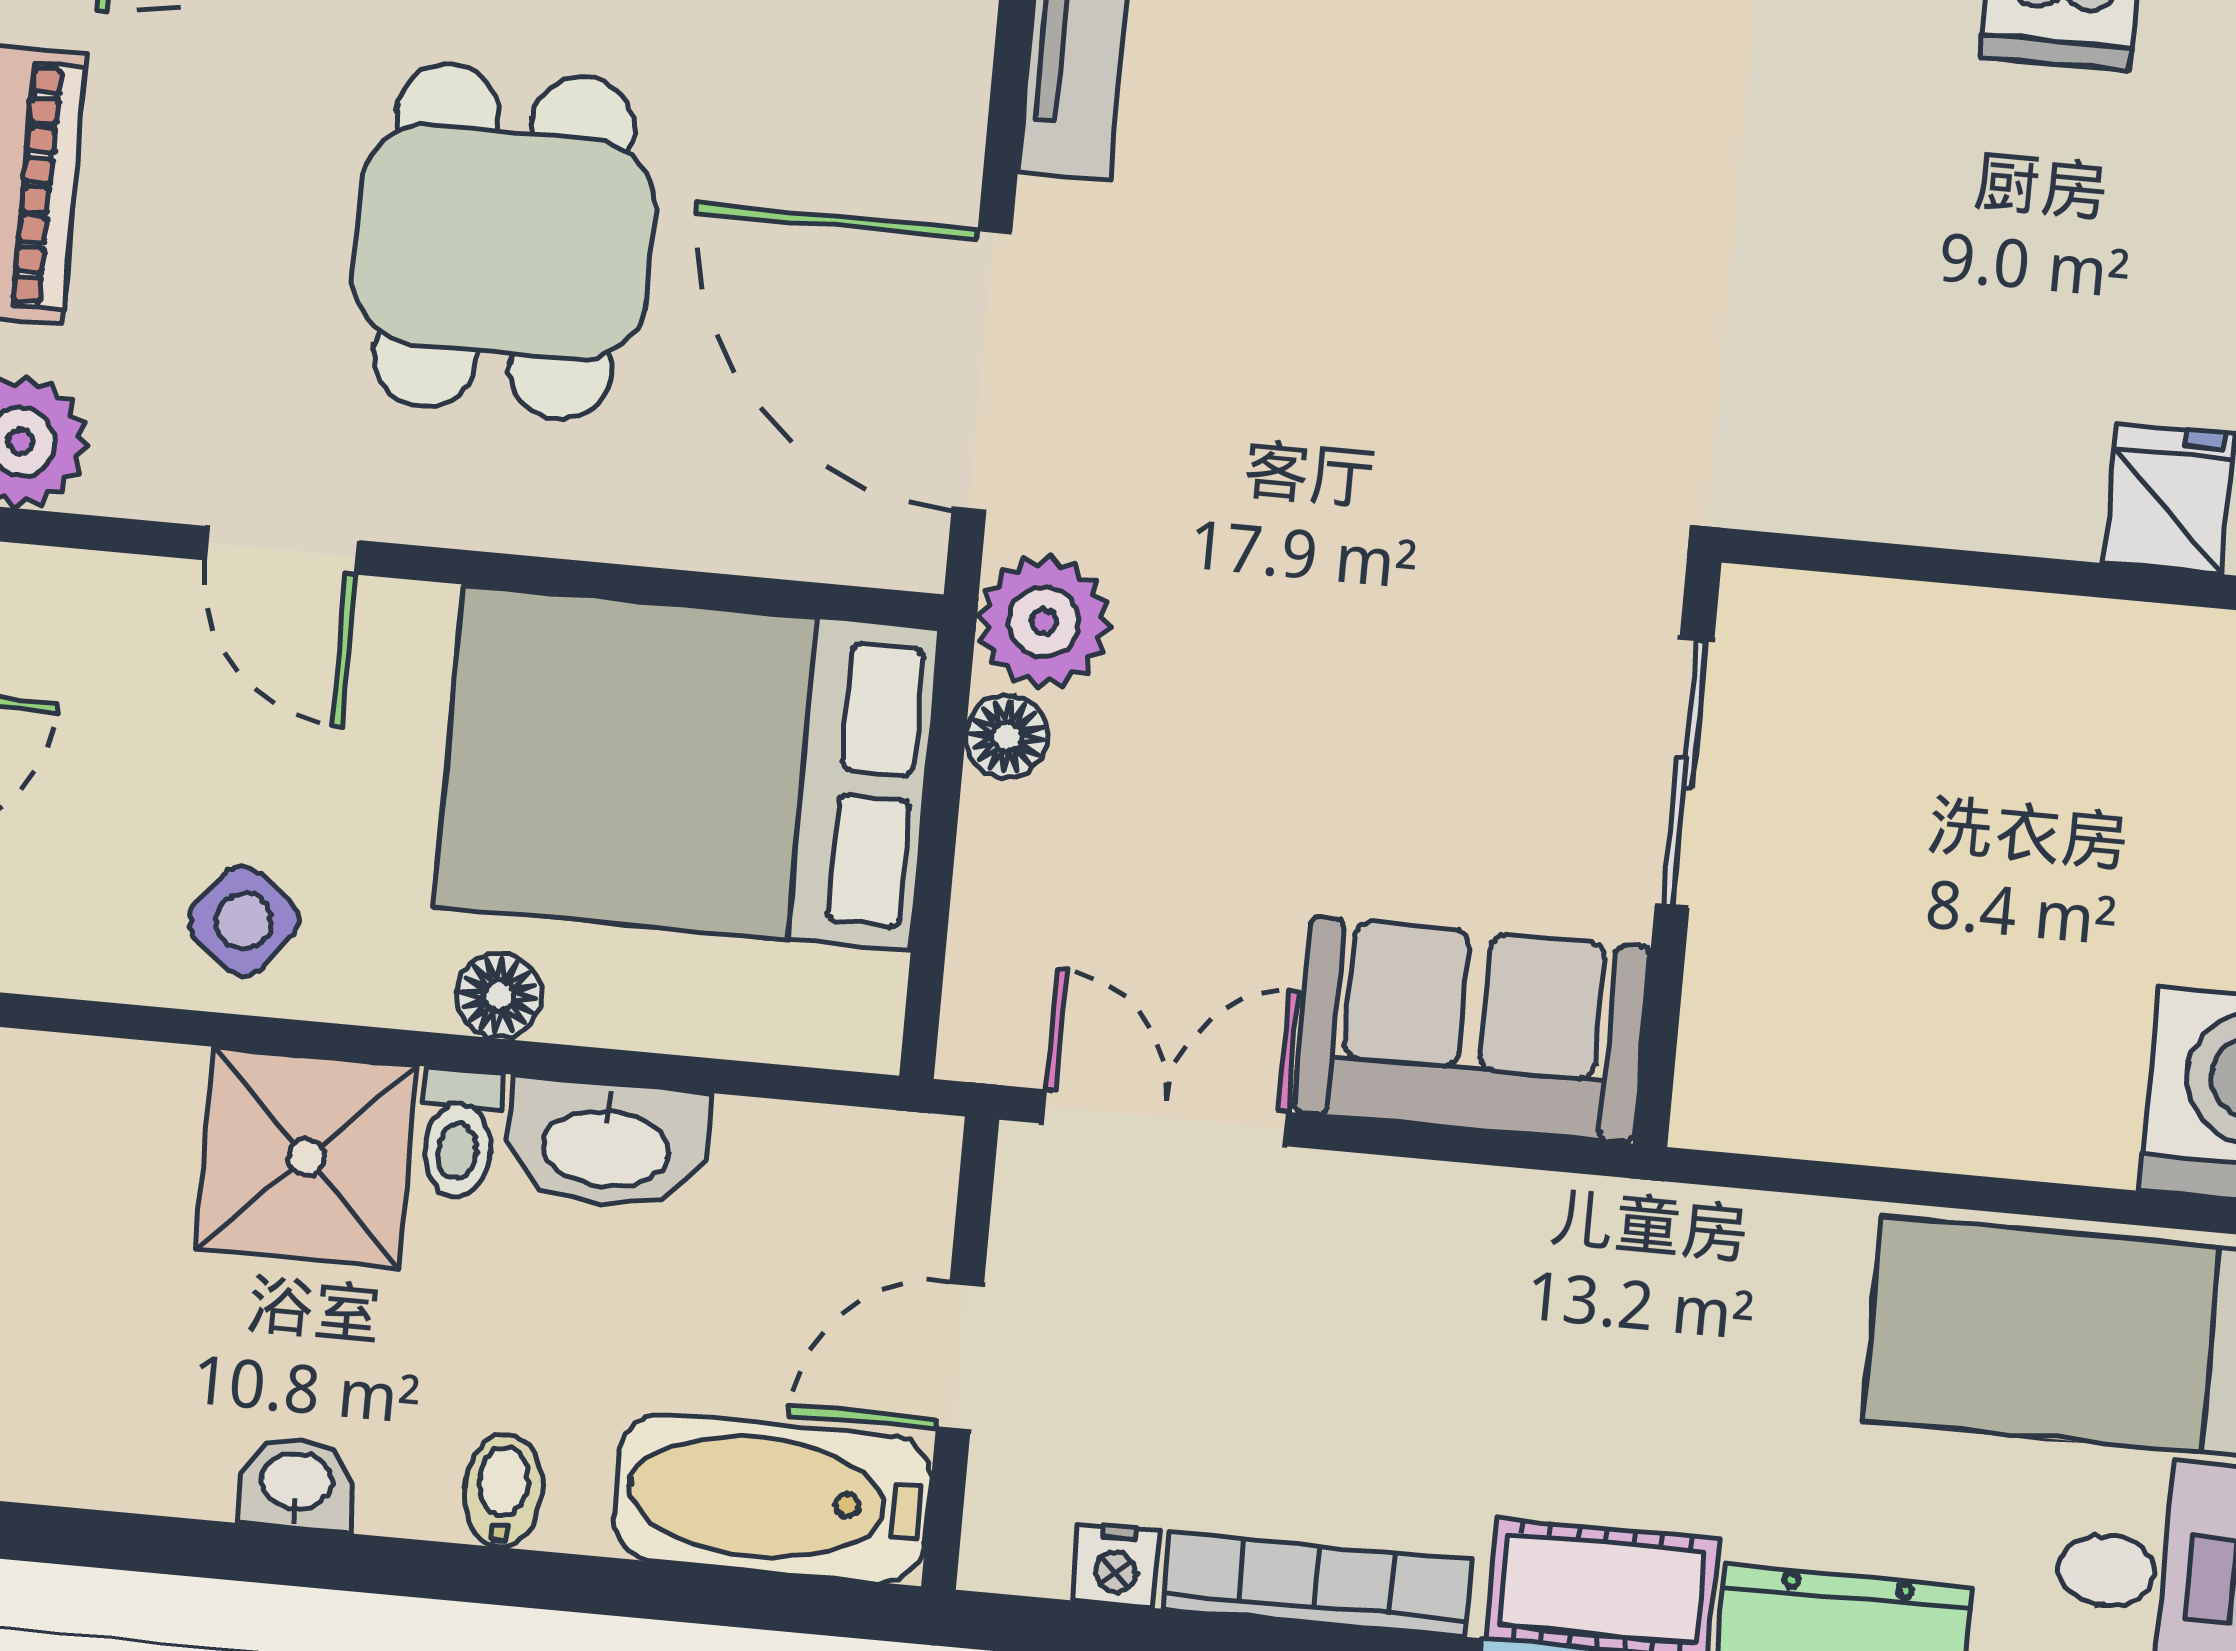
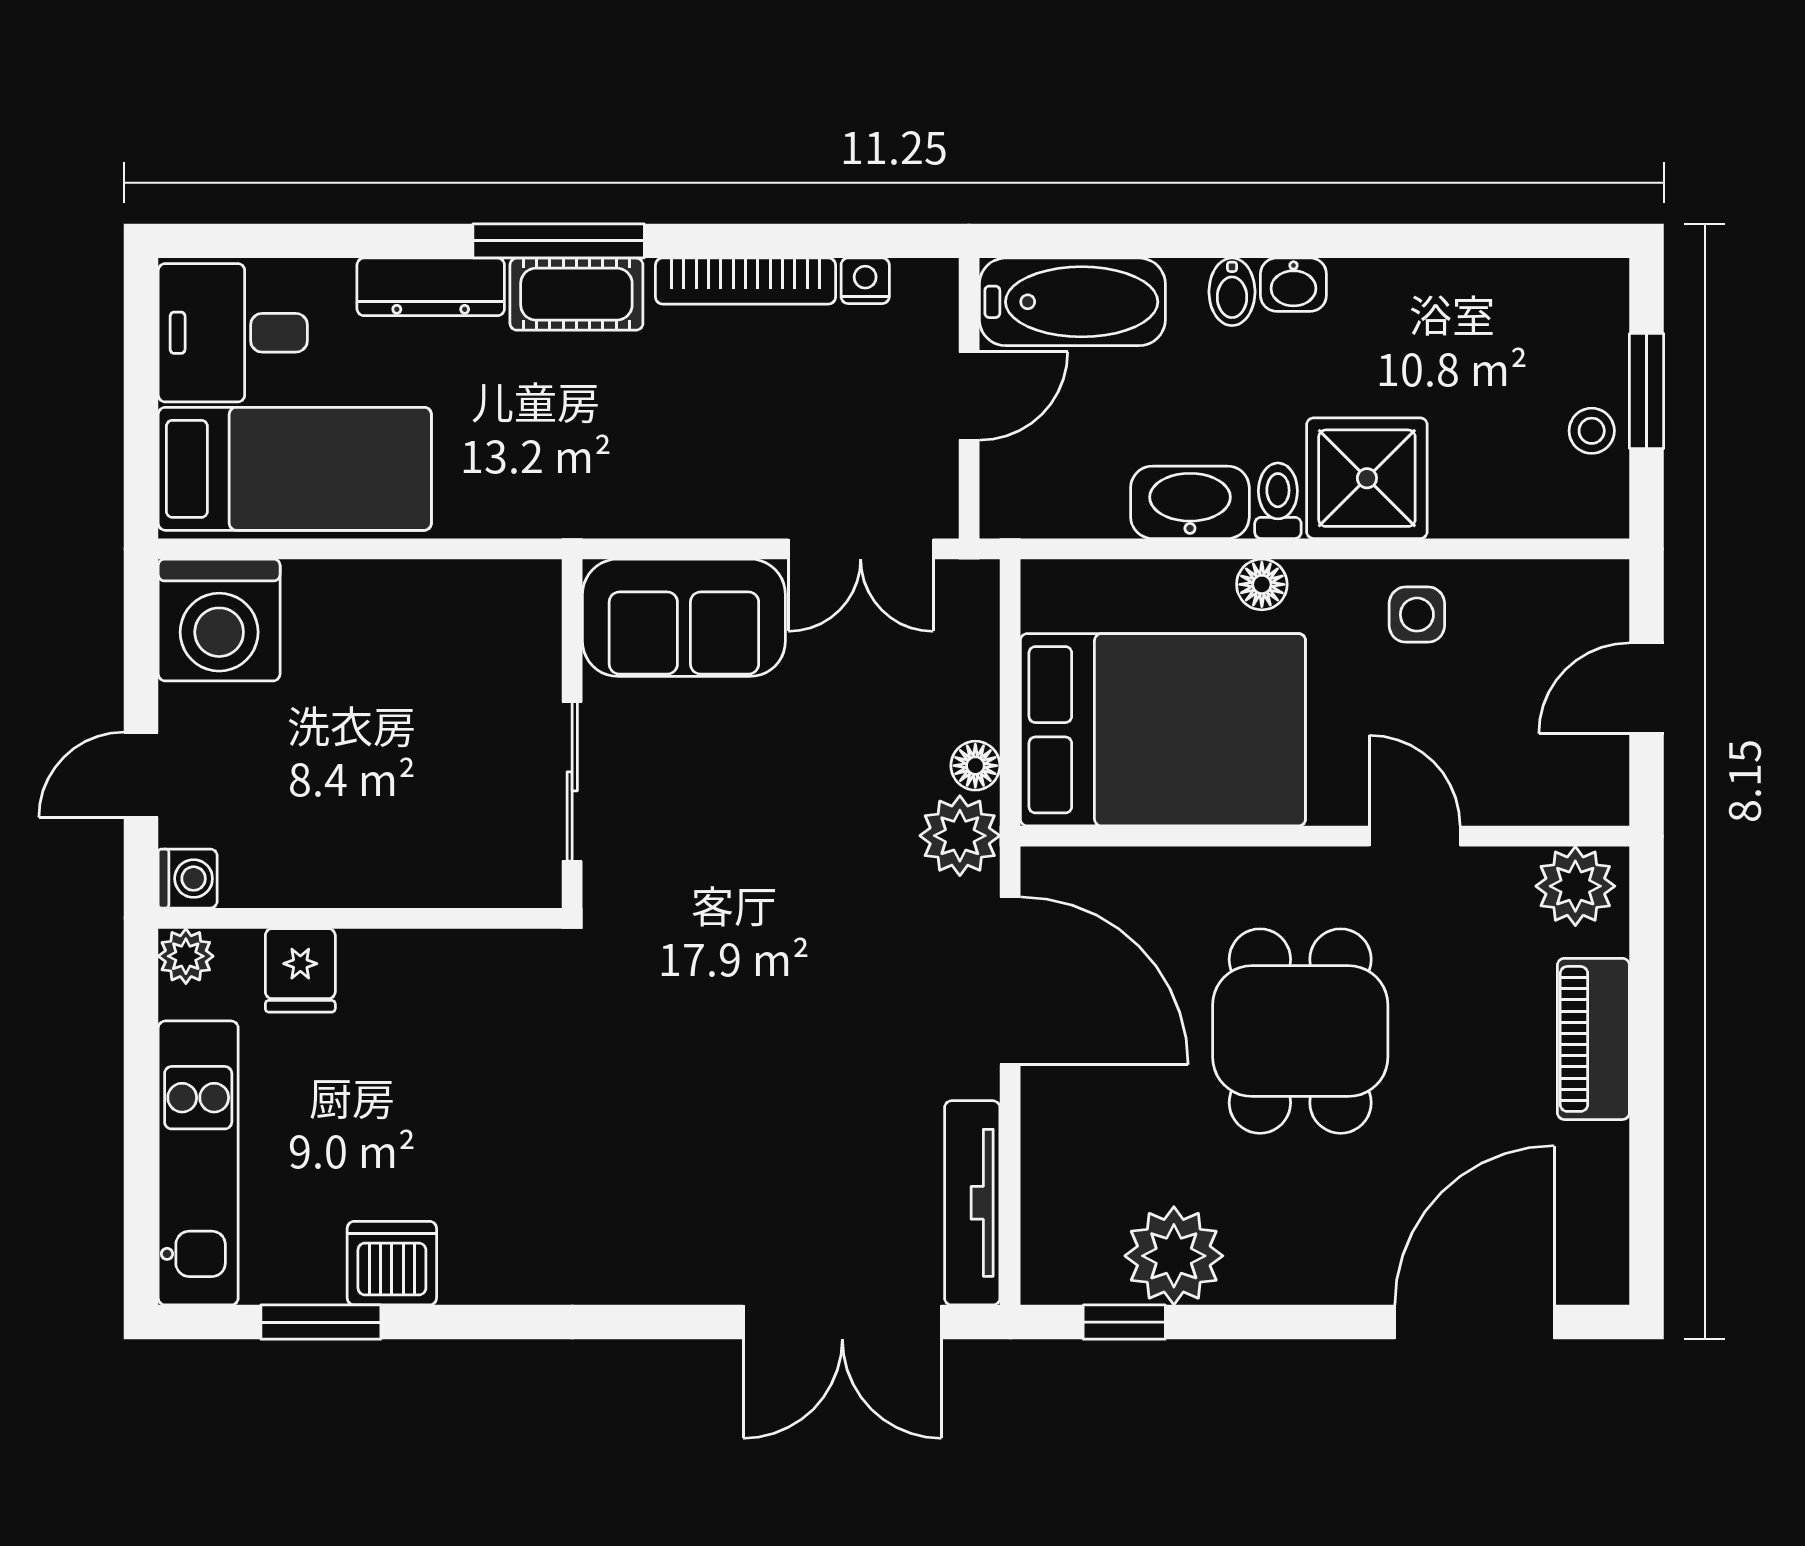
side table: (244, 921) -> (1417, 615), turned -37
washbasin: (297, 1483) -> (1293, 285), moved

